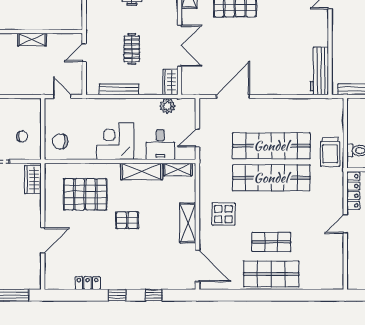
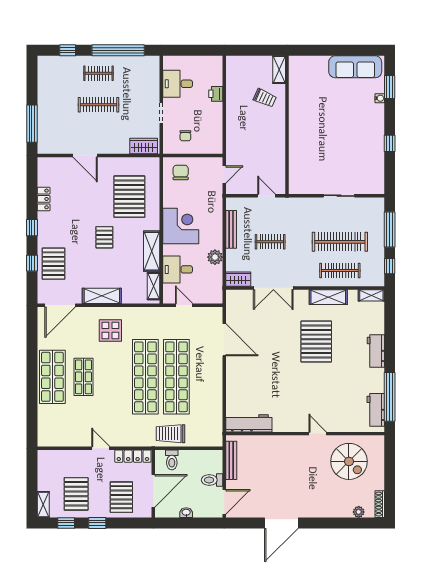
shelving: (32, 40) -> (279, 145), removed
plant: (167, 106) -> (215, 257), moved
pallet: (154, 273) -> (53, 264), added

